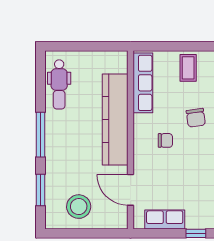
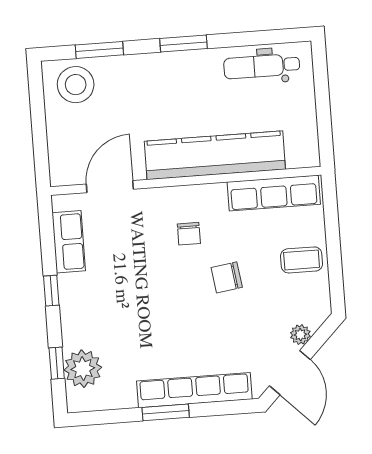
window: (40, 135) -> (184, 44), width x0.69
stool: (79, 207) -> (76, 85), moved

